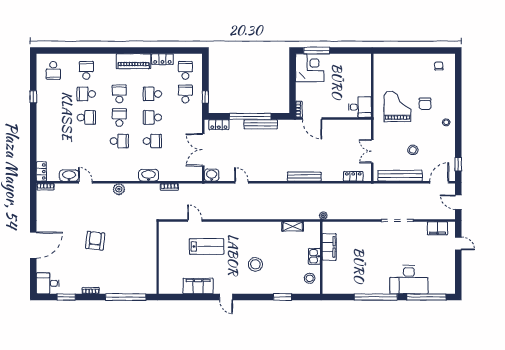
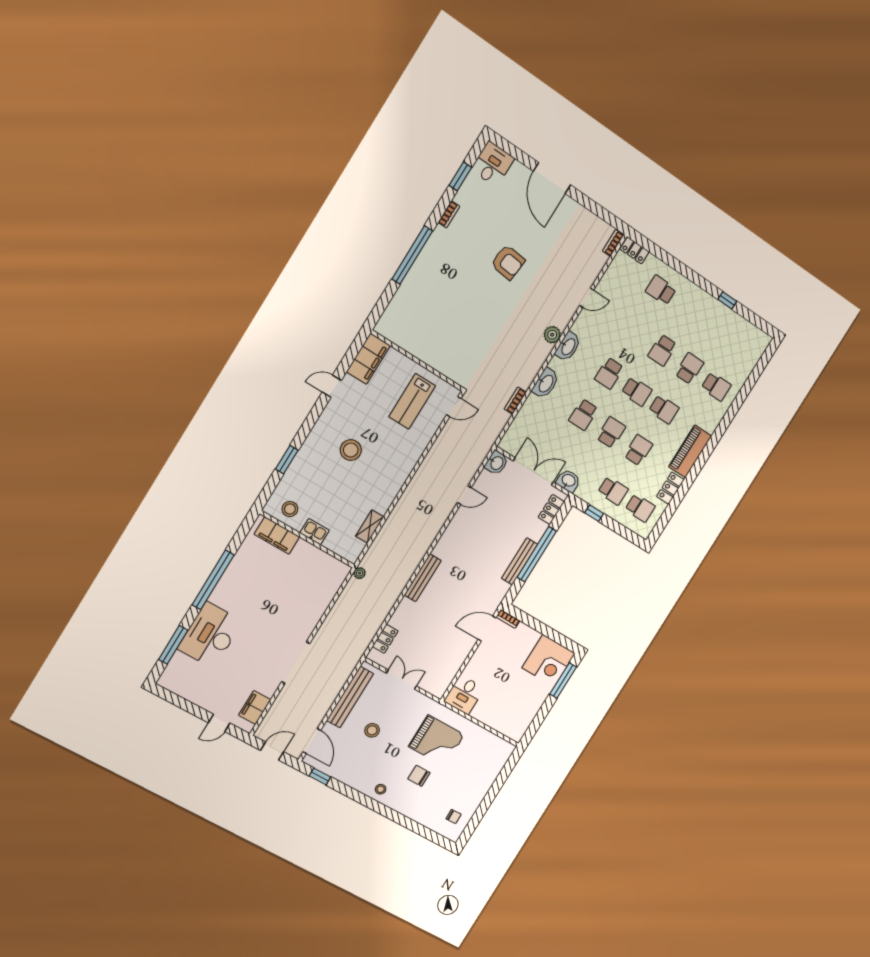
school desk: (53, 70) -> (661, 290), moved
washbasin: (196, 125) -> (568, 481), added
washbasin: (69, 175) -> (568, 347), moved
filing cabinet: (329, 247) -> (277, 536), moved
wall: (158, 258) -> (417, 361), moved
window: (427, 297) -> (173, 645), width x0.68

